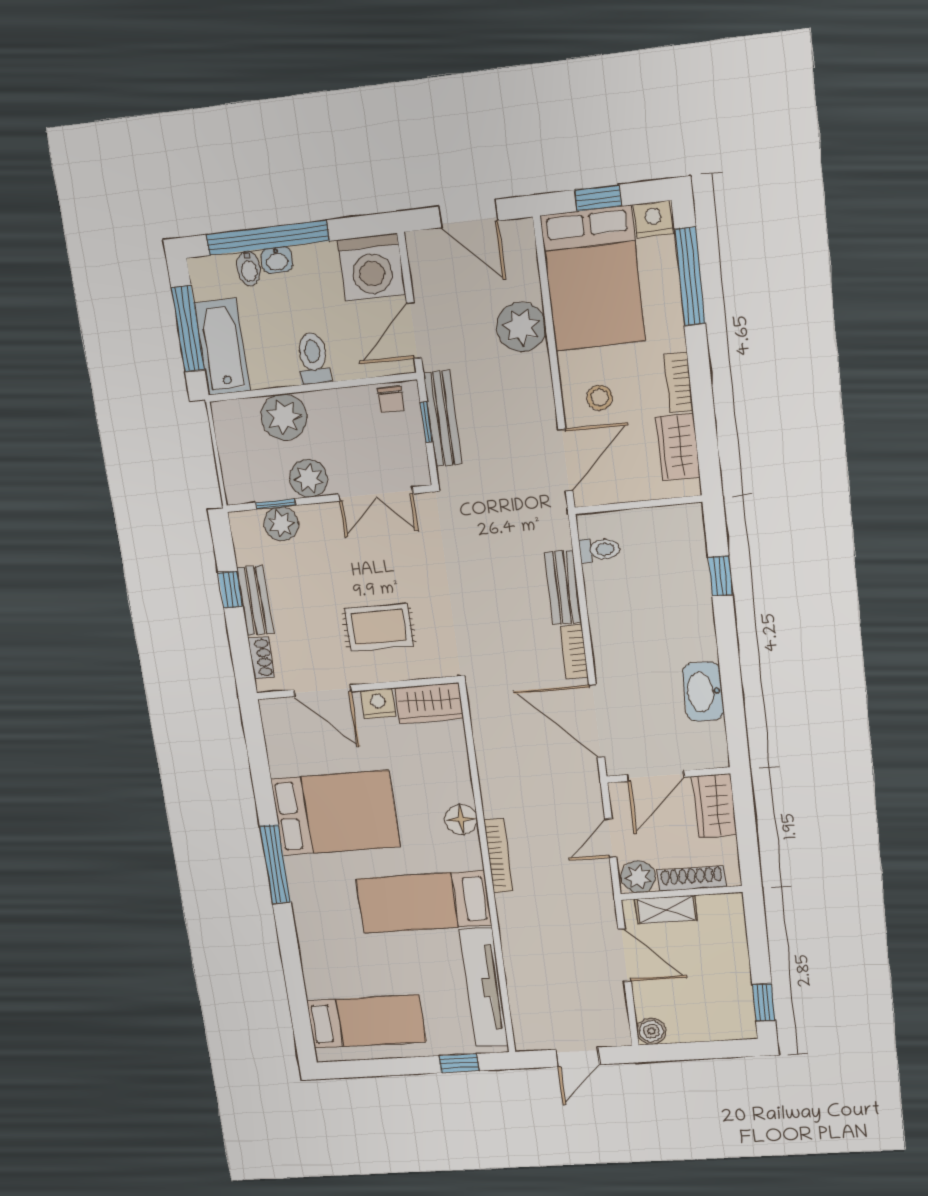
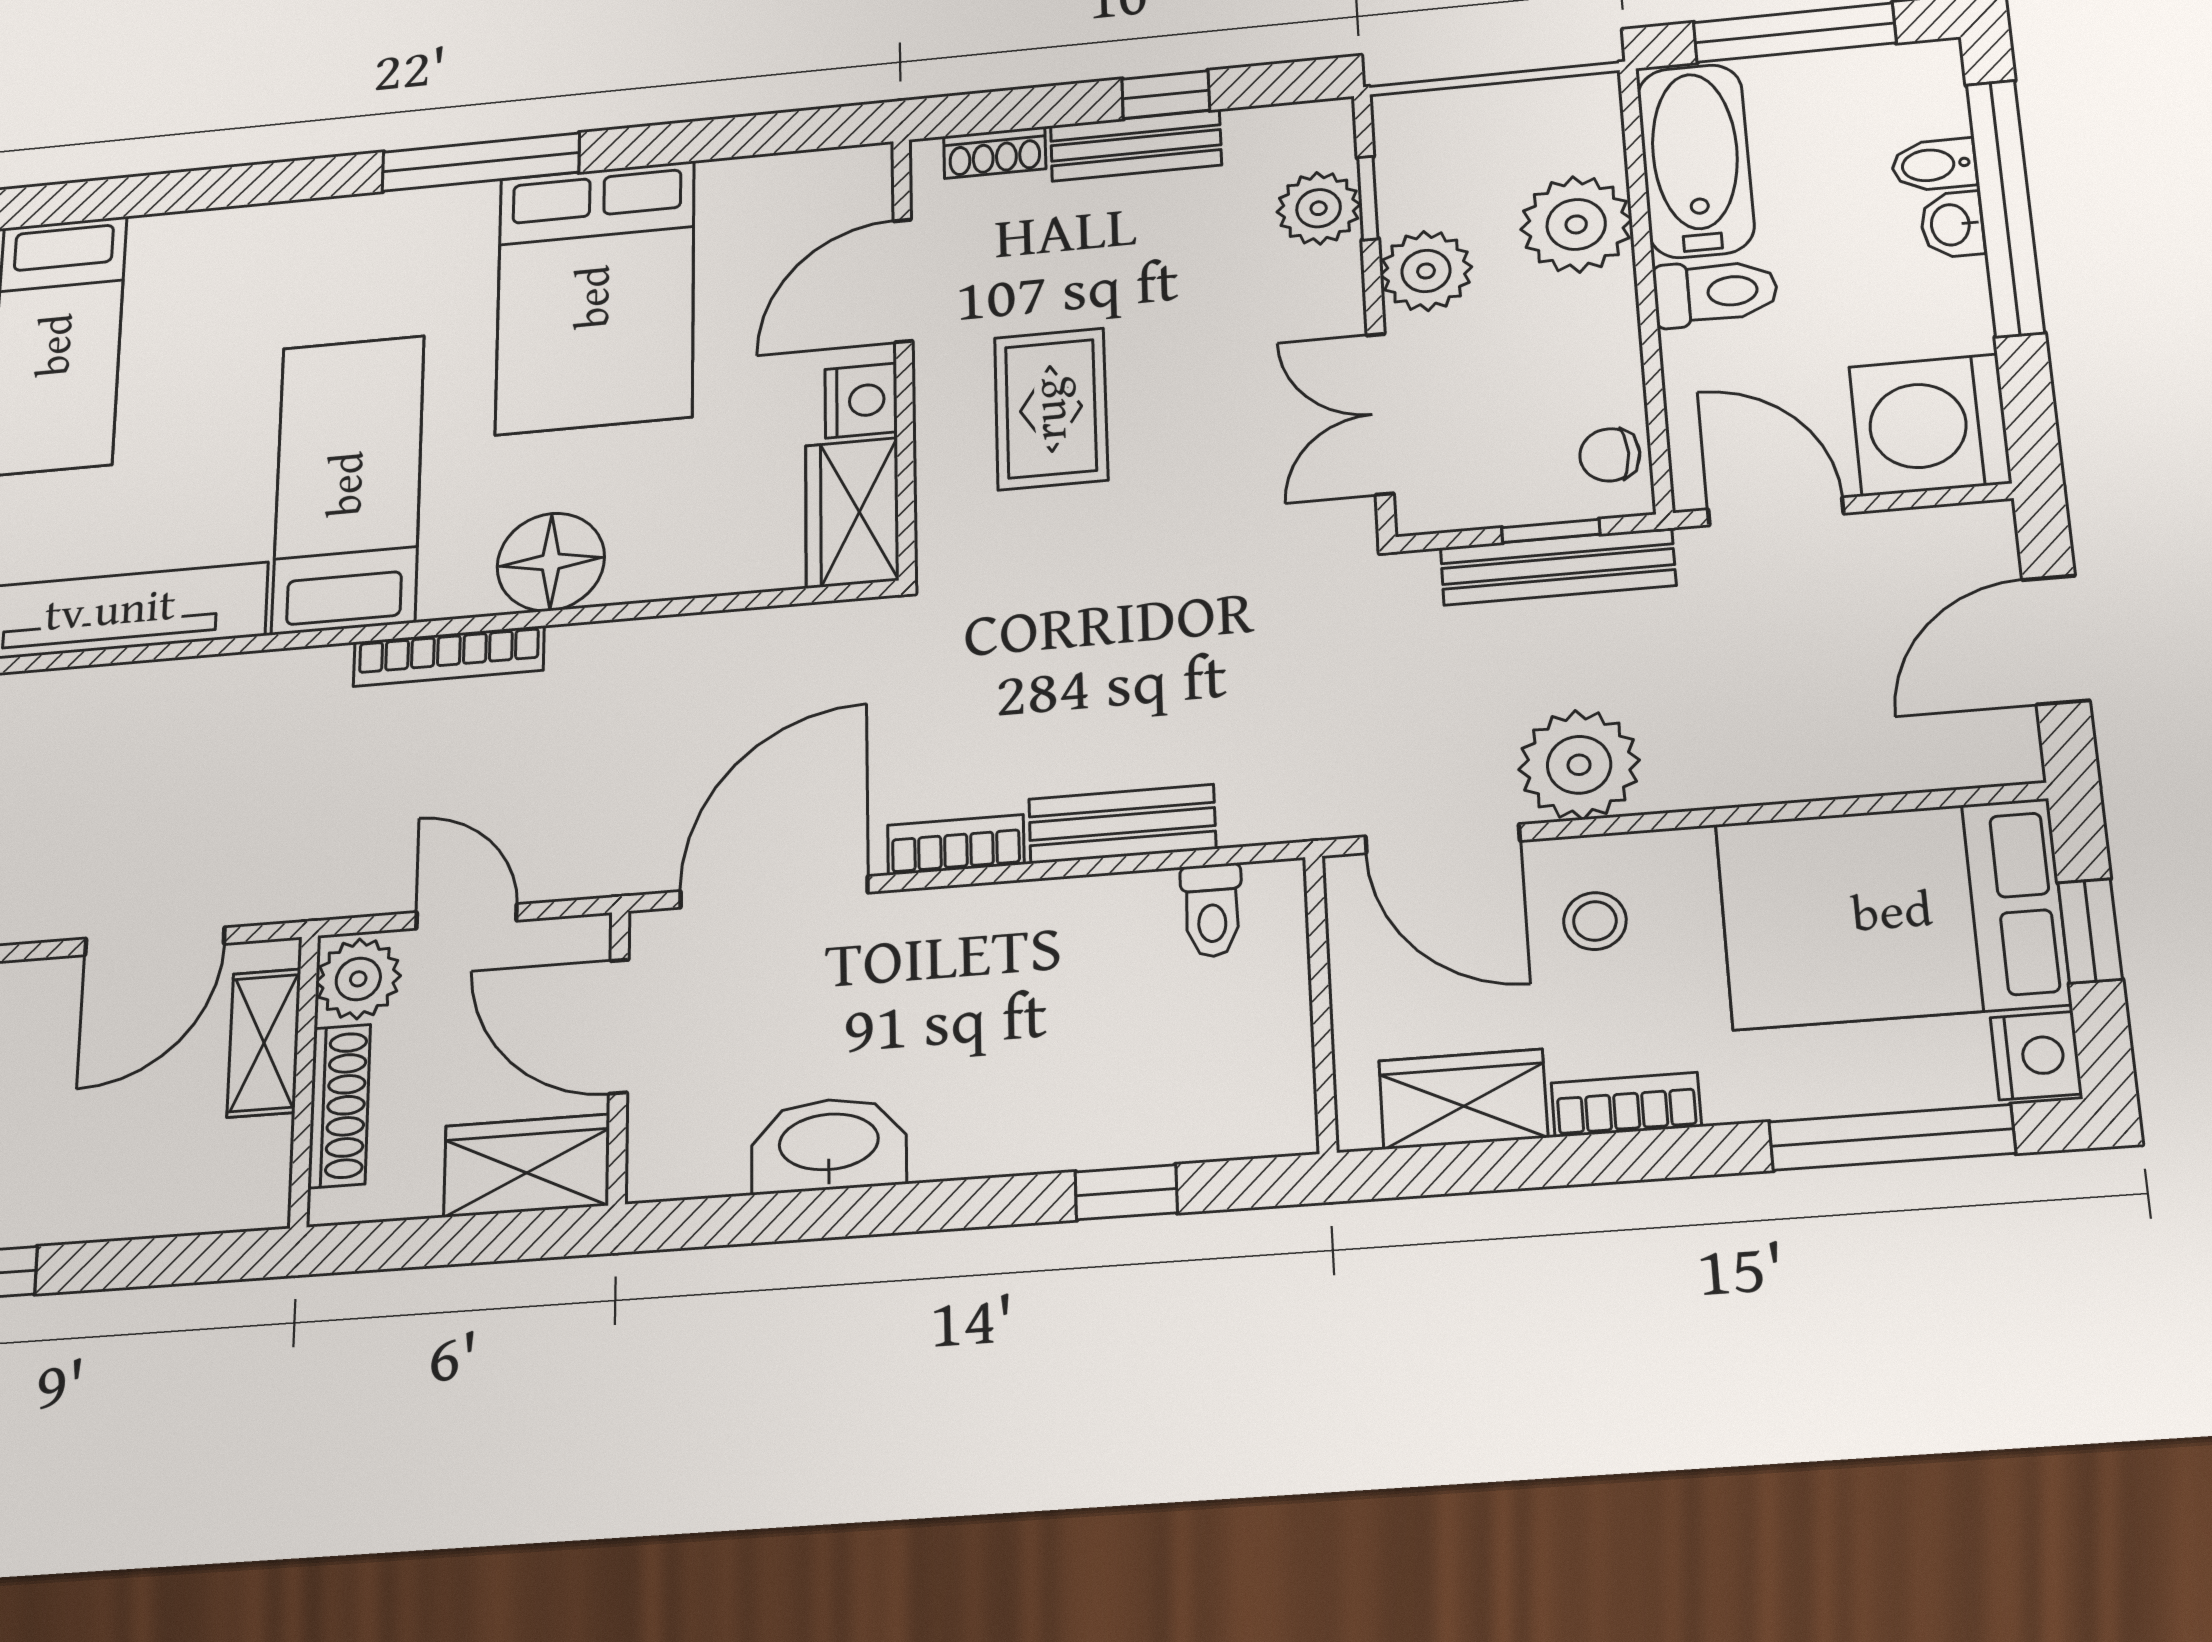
plant: (521, 327) -> (1579, 765), moved
bathtub: (222, 347) -> (1696, 161), moved, turned -90
floor lamp: (461, 819) -> (551, 562), width x1.38, depth x1.38

